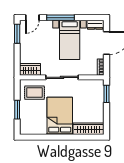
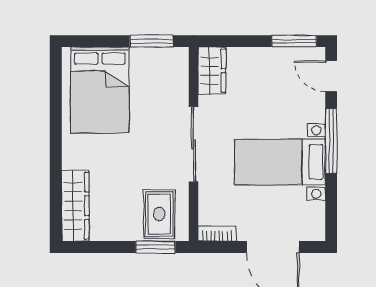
dresser: (95, 25) -> (315, 221), removed
rug: (35, 93) -> (159, 214), moved
window: (17, 110) -> (151, 41), moved
bed: (60, 116) -> (100, 90), moved, turned 90

